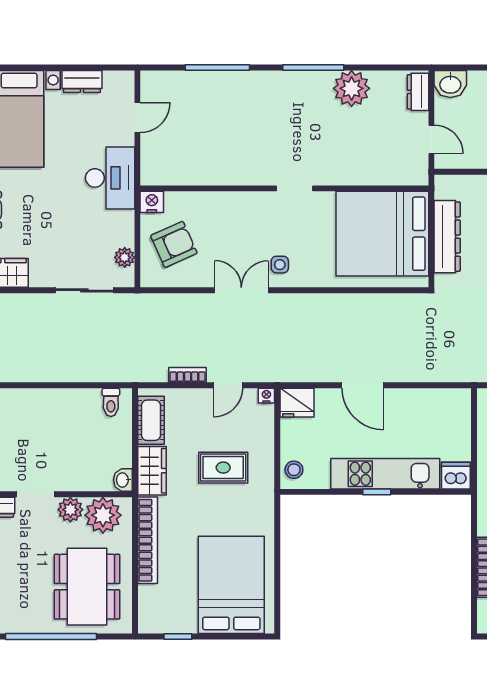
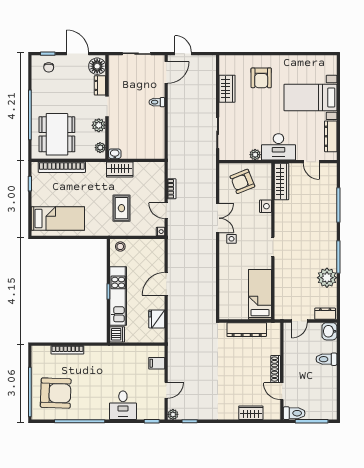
dresser: (82, 82) -> (331, 136), width x1.44
wardrobe: (174, 172) -> (281, 182), added
nightstand: (152, 202) -> (265, 206), moved
bed: (382, 234) -> (260, 294), width x0.49
armchair: (174, 244) -> (242, 181), turned 92
plant: (125, 257) -> (255, 155), moved
toilet: (111, 402) -> (157, 102), moved
fridge: (297, 403) -> (157, 319), moved
cot: (151, 420) -> (147, 169), removed
plant: (103, 515) -> (100, 148), width x0.53, depth x0.53
bookcase: (148, 540) -> (62, 167), moved
bed: (231, 585) -> (58, 219), width x0.67
dining table: (87, 587) -> (57, 134), turned 90

